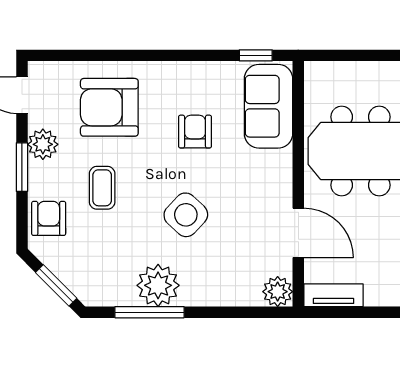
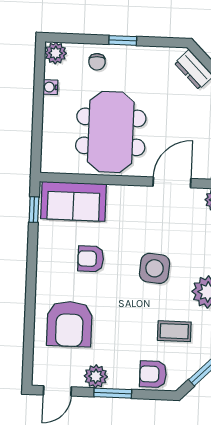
coffee table: (102, 188) -> (174, 331), moved
side table: (186, 215) -> (155, 268), turned -38

